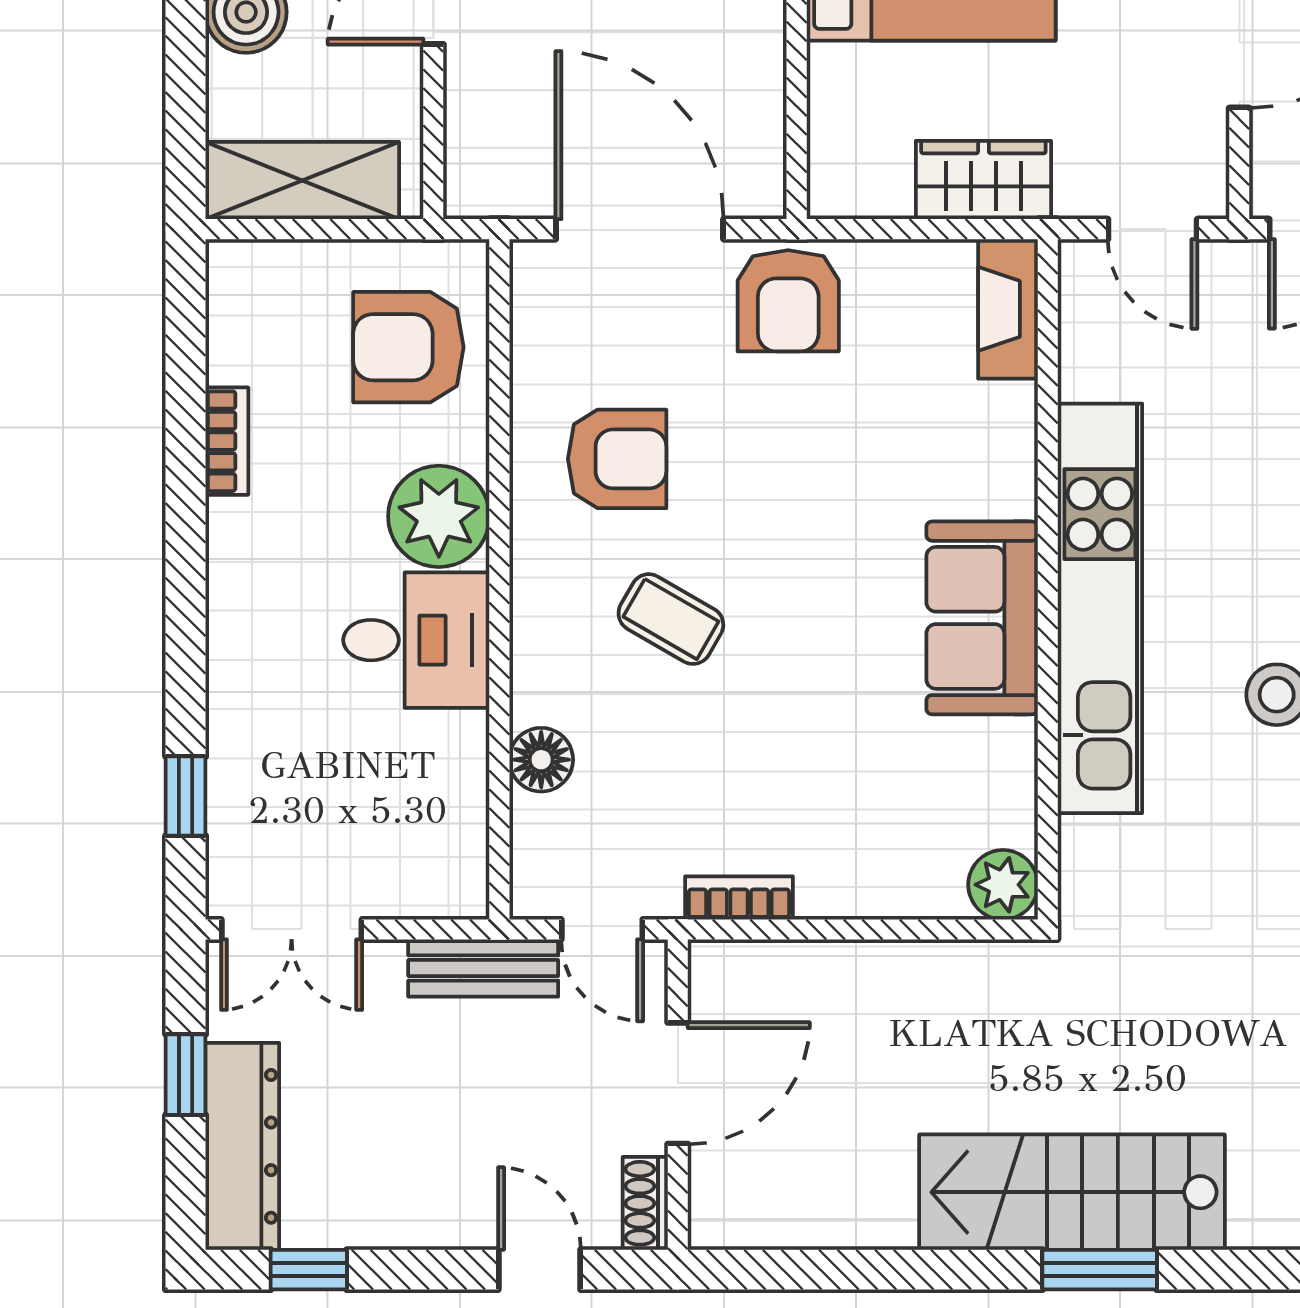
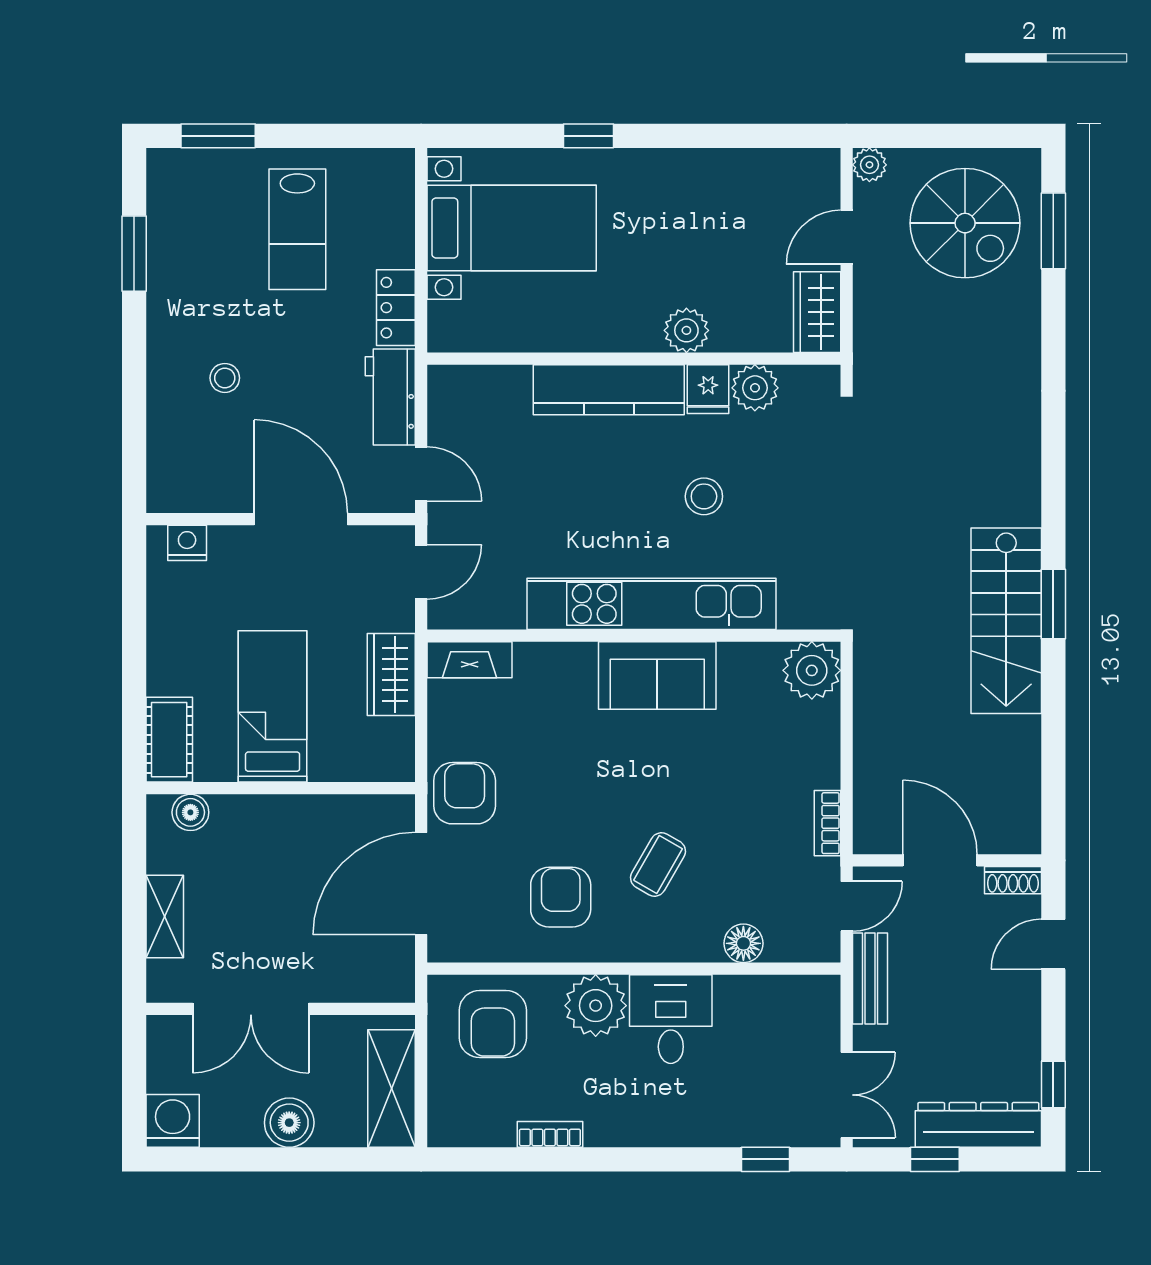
armchair: (788, 301) -> (465, 793), turned -90
plant: (1003, 885) -> (812, 670), width x1.36, depth x1.36

